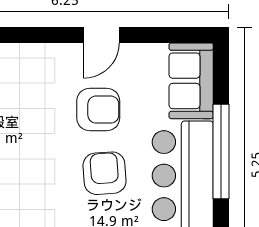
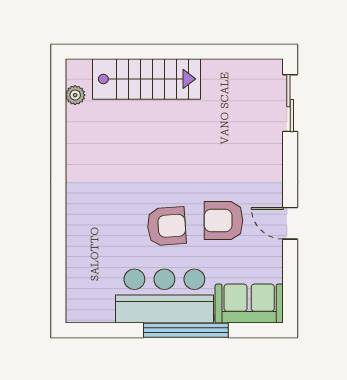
armchair: (98, 110) -> (223, 220), turned 90

